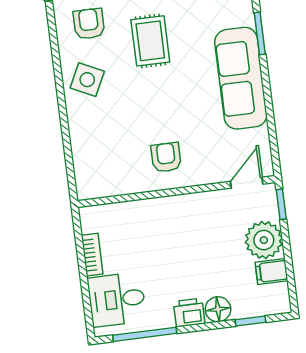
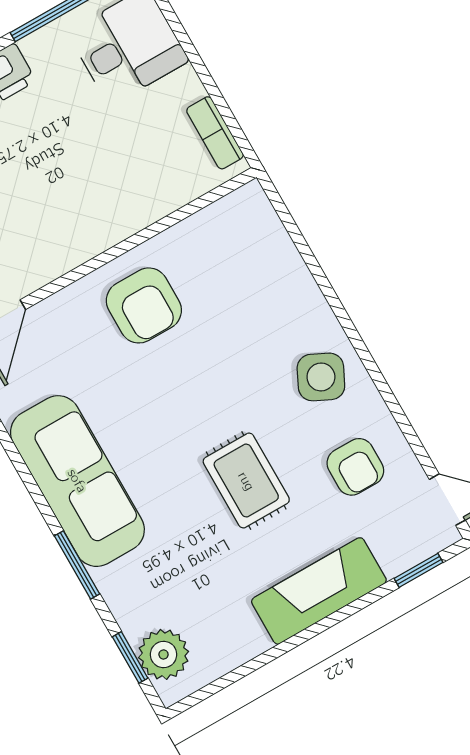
armchair: (166, 157) -> (144, 305), width x1.38, depth x1.38
bookcase: (92, 255) -> (215, 133), moved

